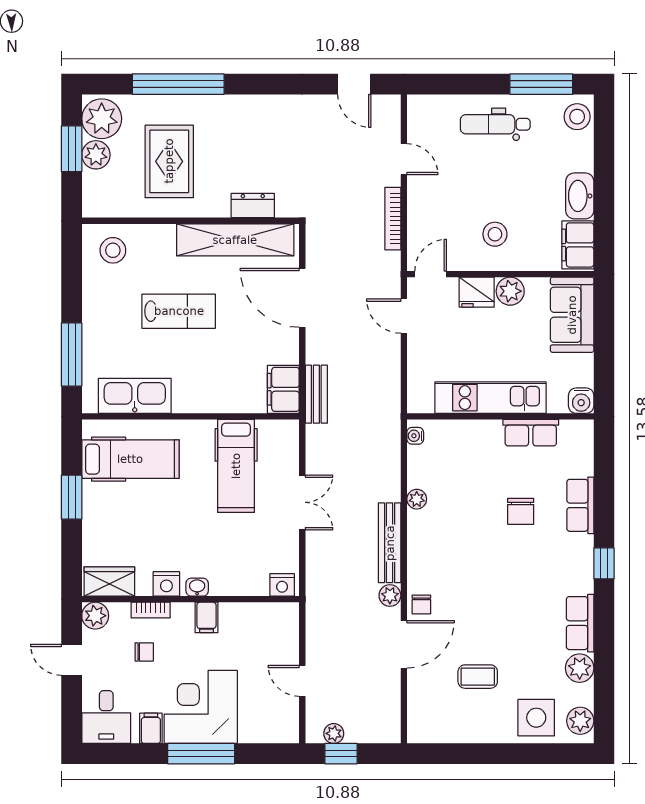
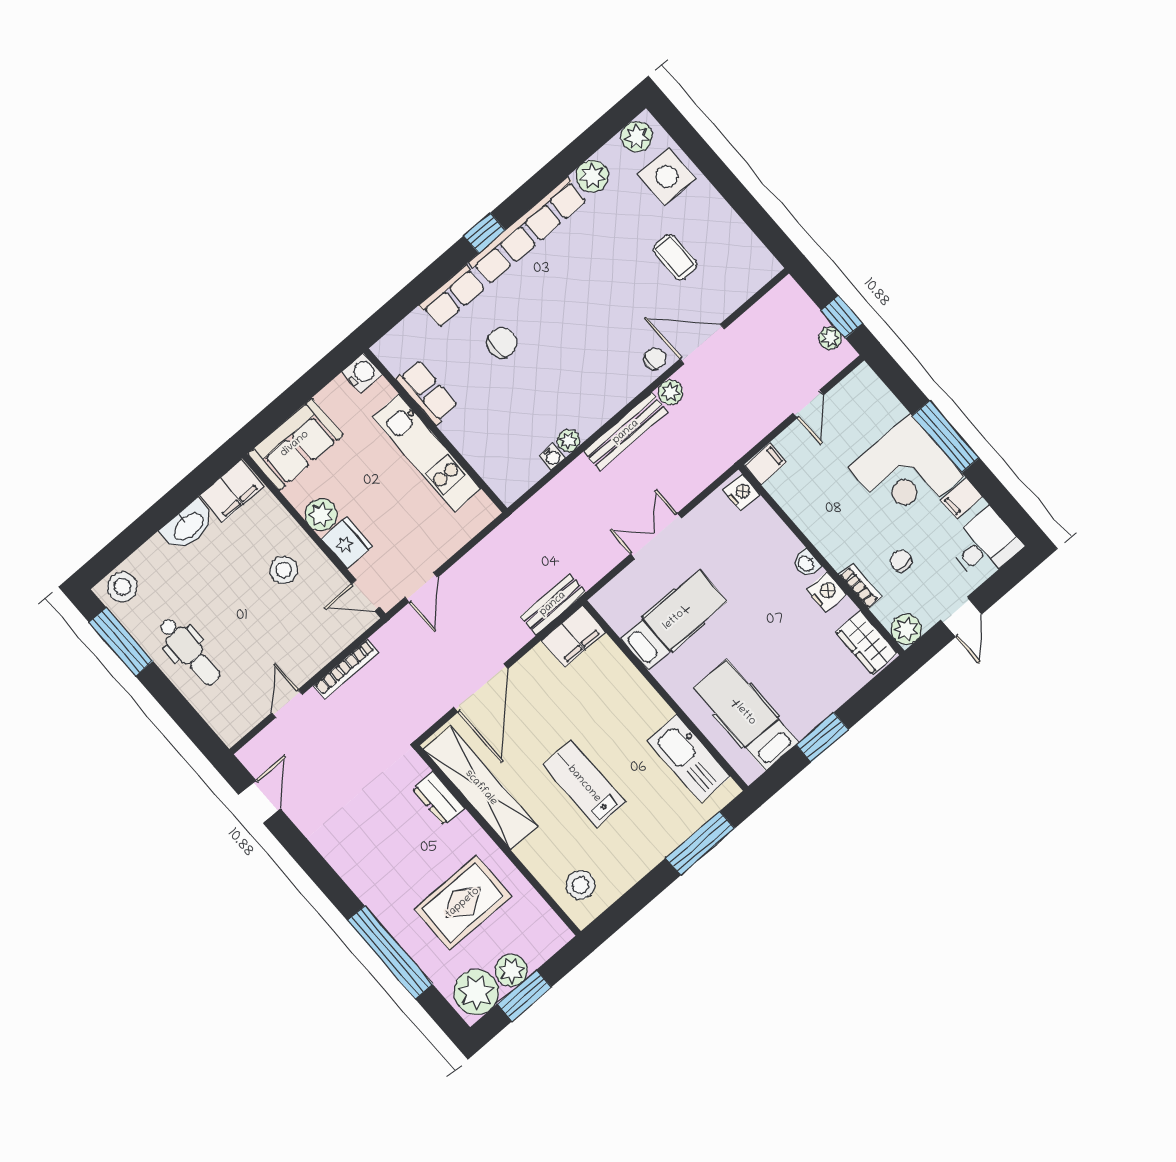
water cooler: (415, 436) -> (552, 457), moved
filing cabinet: (206, 617) -> (765, 464), moved
row of seats: (580, 623) -> (528, 231), width x2.02

